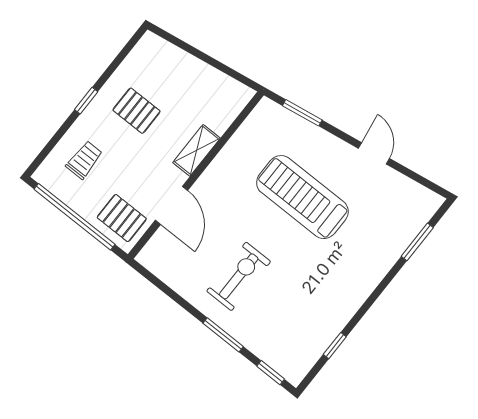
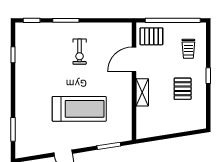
pallet: (137, 111) -> (183, 89), turned 90
door: (172, 205) -> (134, 59), hinge flipped
exercise bike: (239, 276) -> (80, 52), width x0.73, depth x0.72

